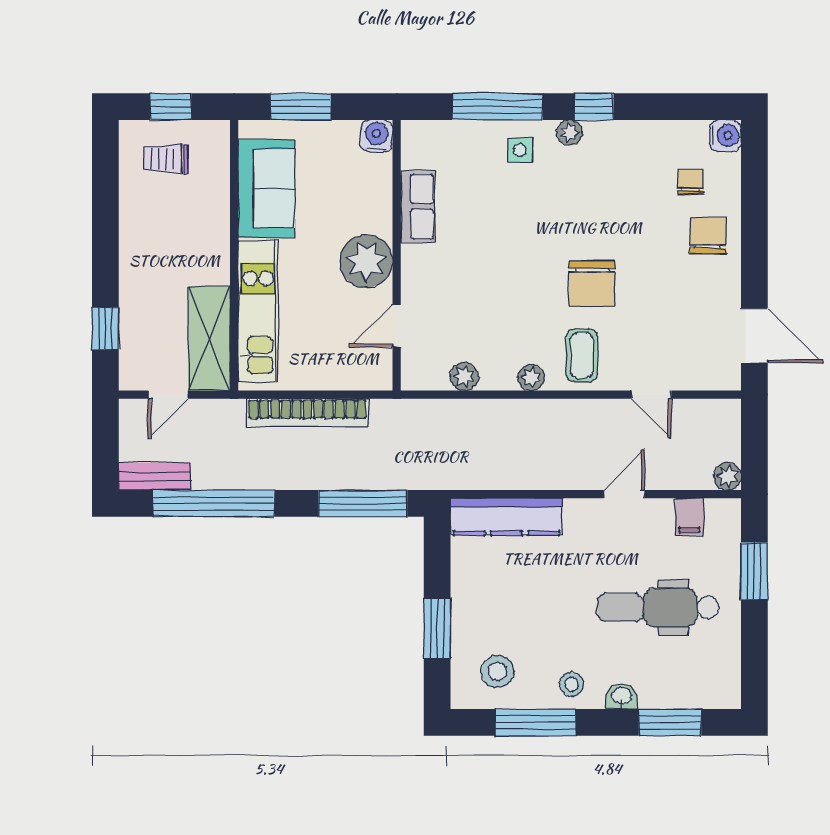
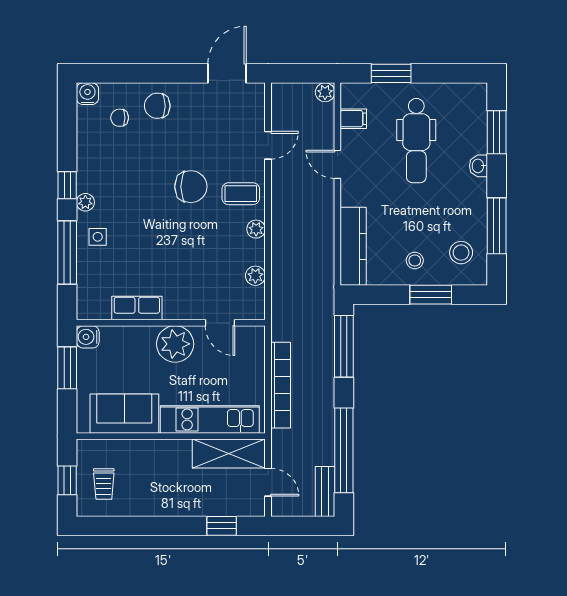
window: (301, 107) -> (67, 368), moved
stool: (571, 684) -> (415, 261), moved

